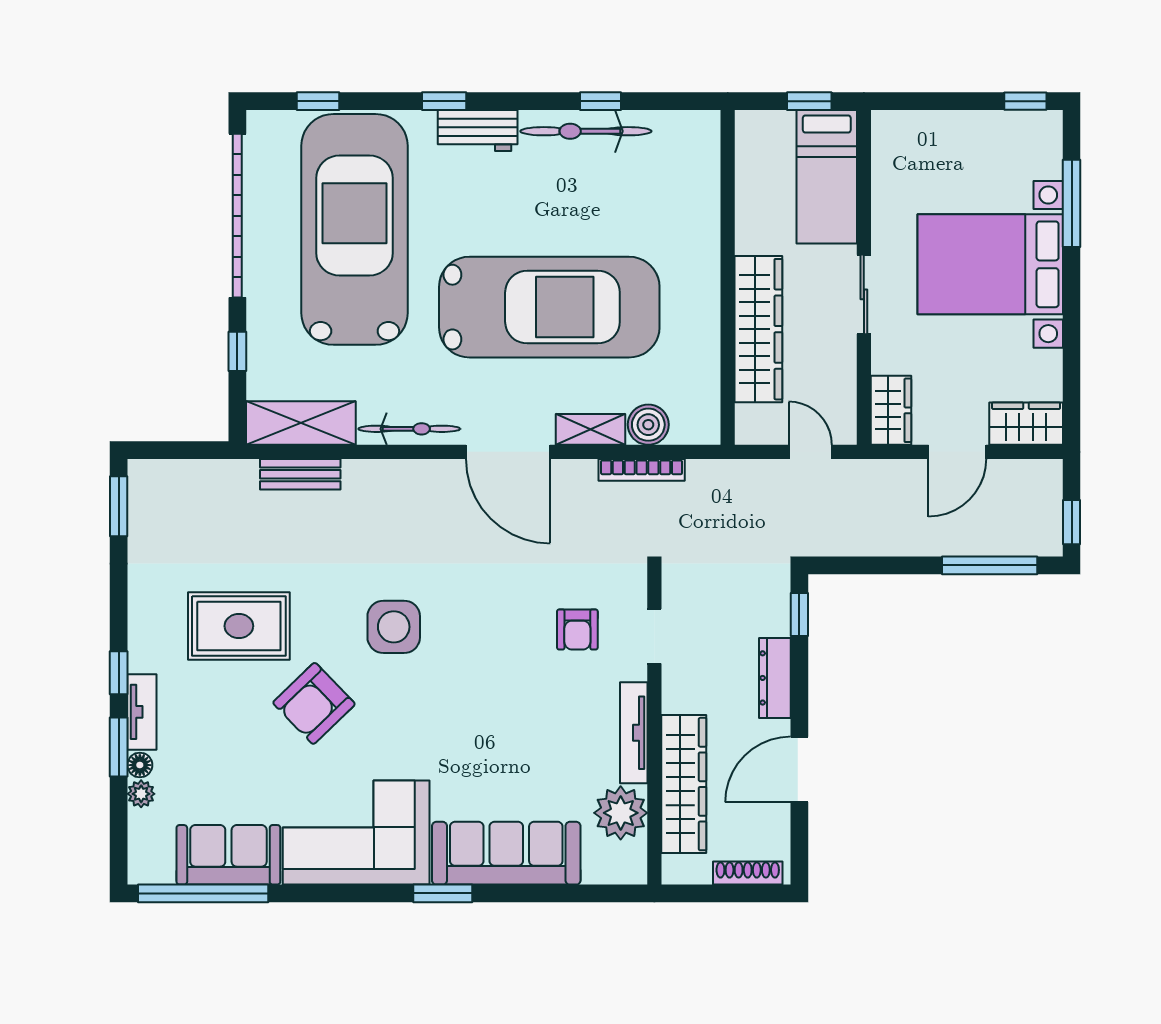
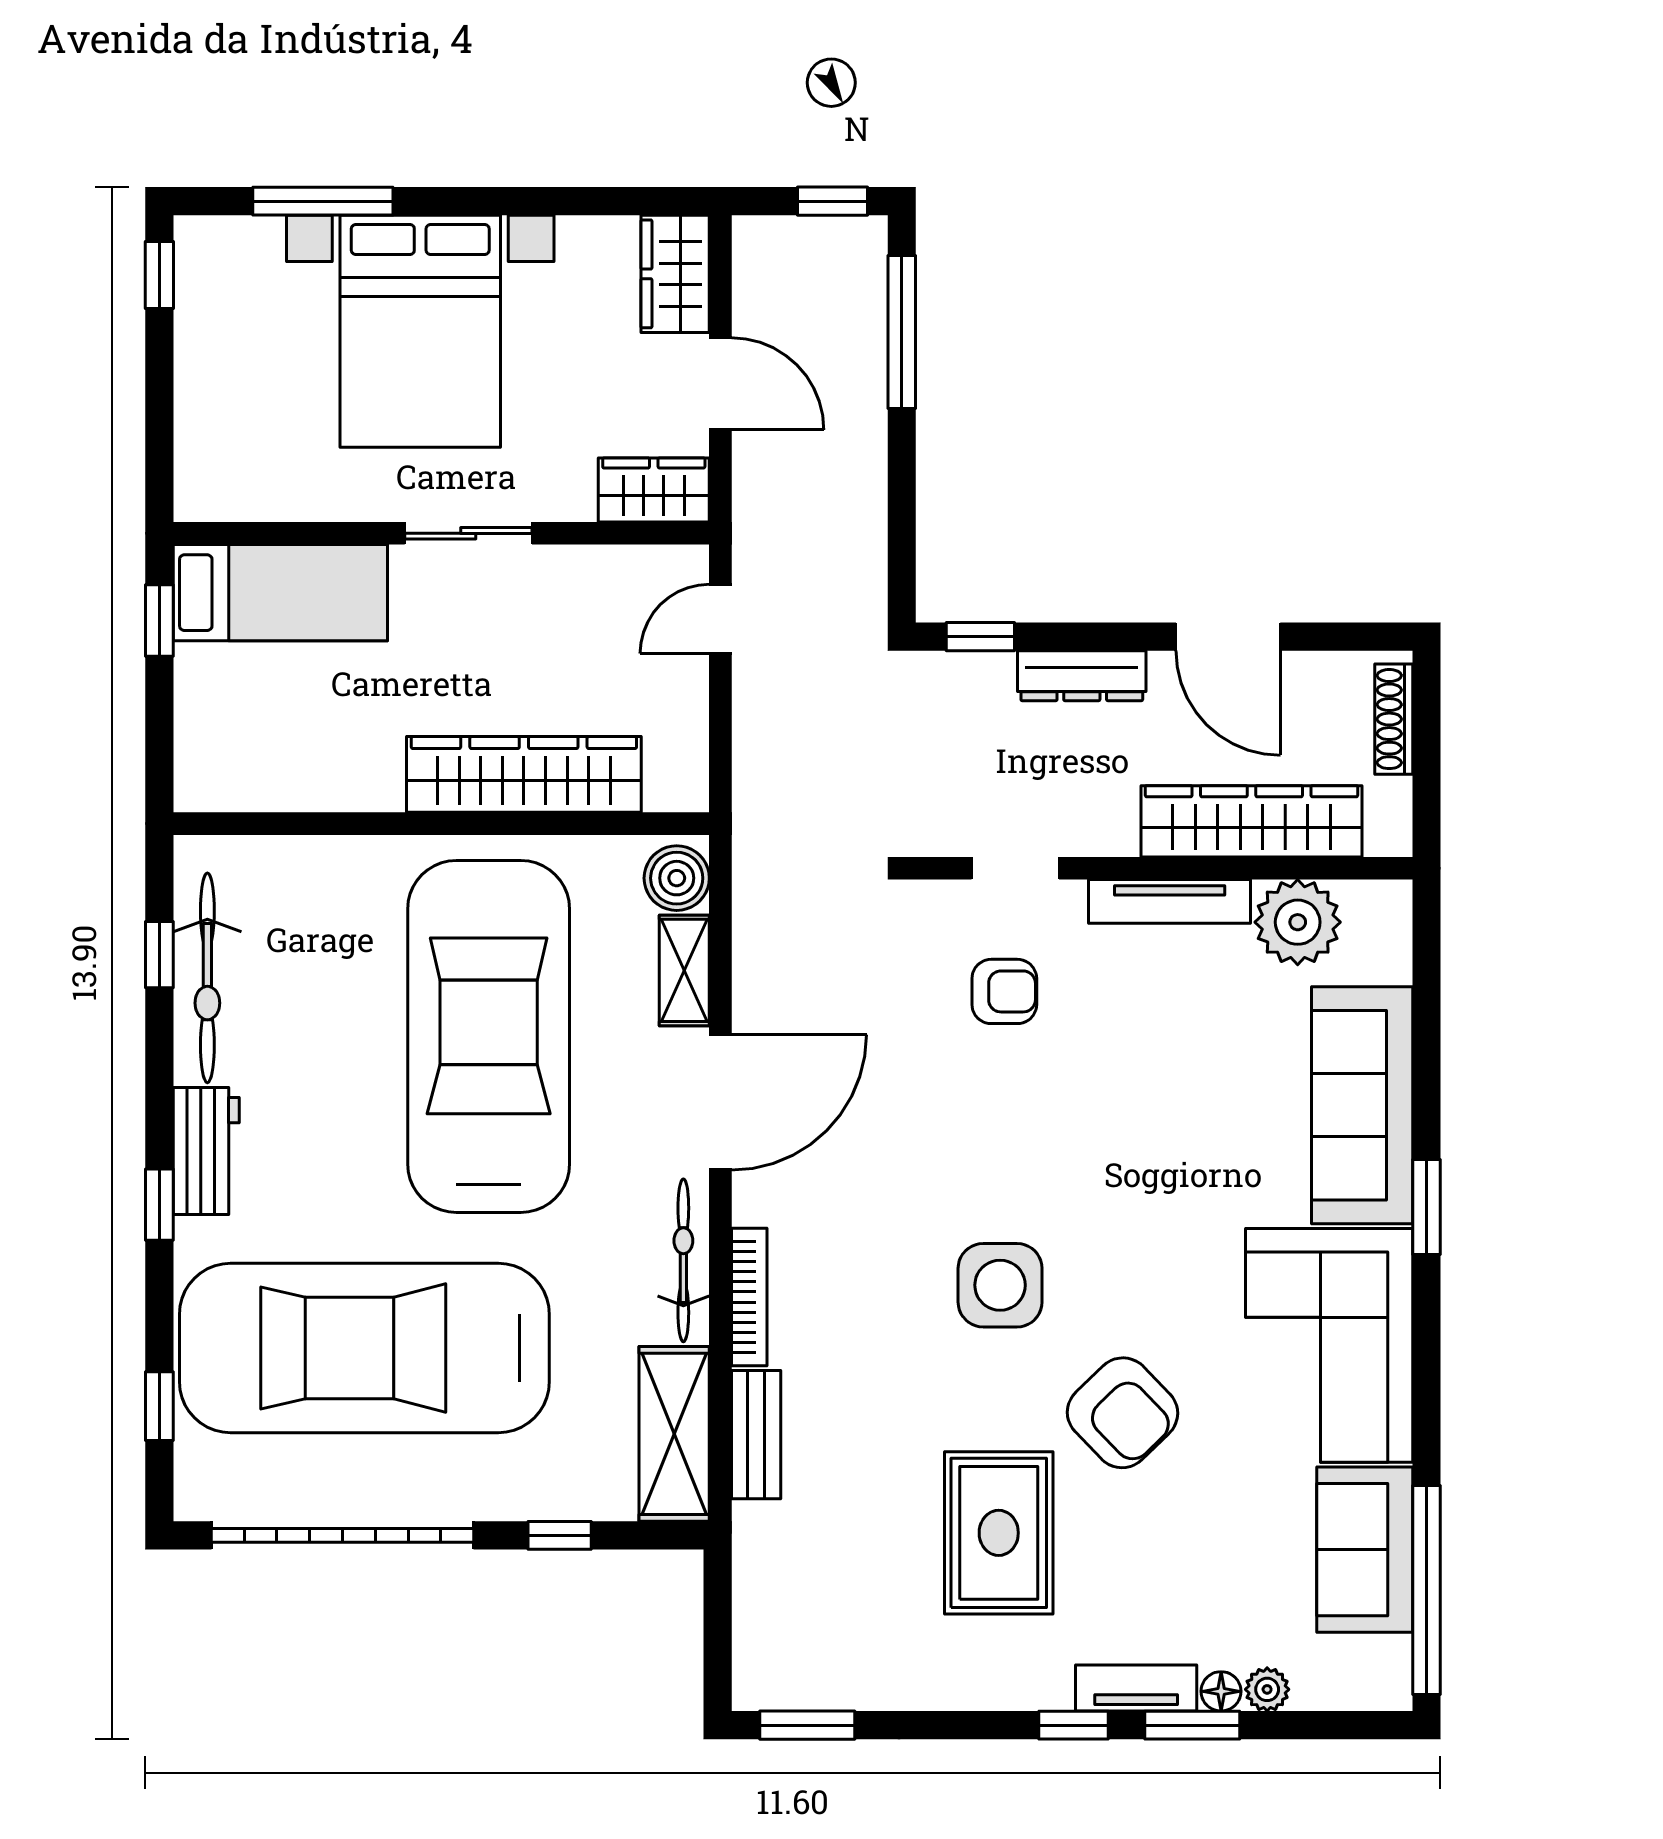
wall: (728, 277) -> (441, 824), moved
wardrobe: (758, 329) -> (524, 774), moved
bookcase: (642, 470) -> (749, 1297), moved

